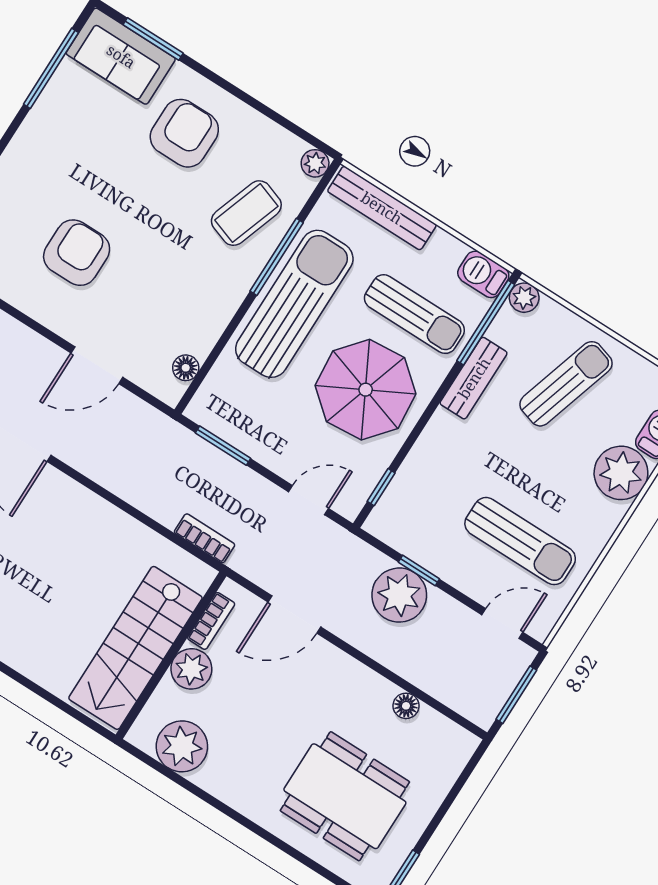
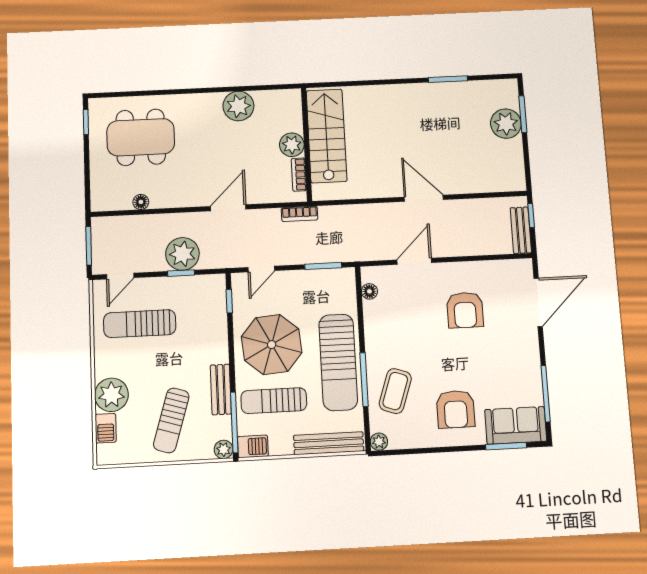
bookcase: (211, 621) -> (299, 175), moved
stairs: (135, 648) -> (327, 136), moved
wall: (171, 655) -> (307, 144), moved
plant: (191, 669) -> (292, 145), moved

